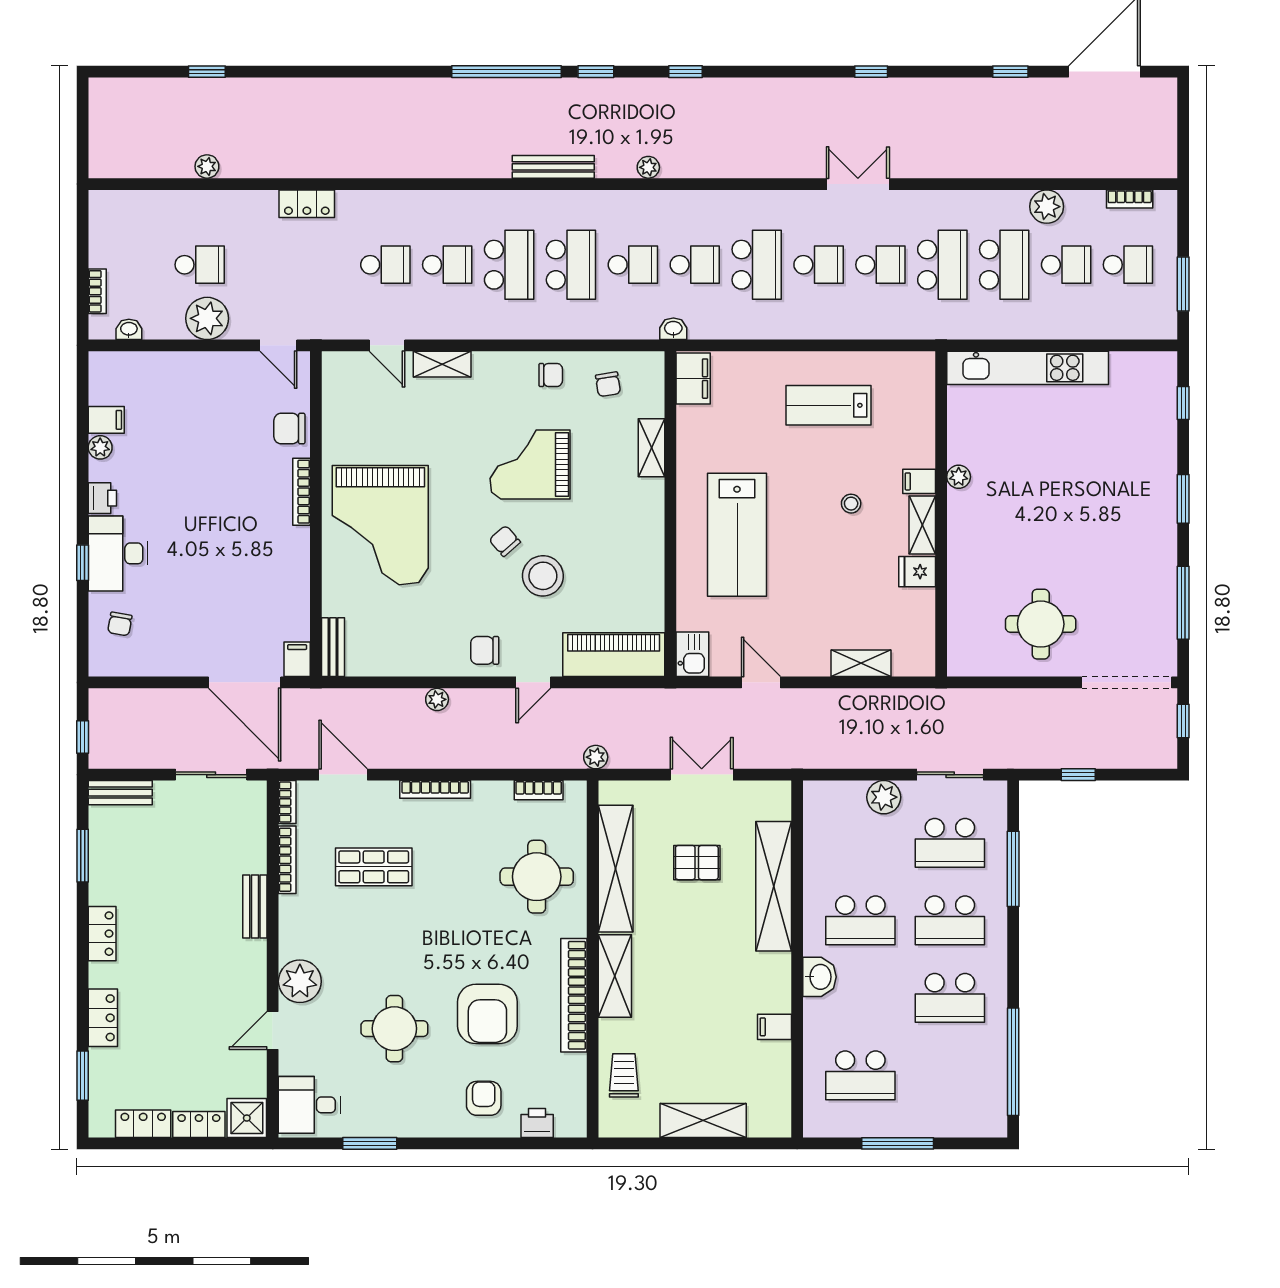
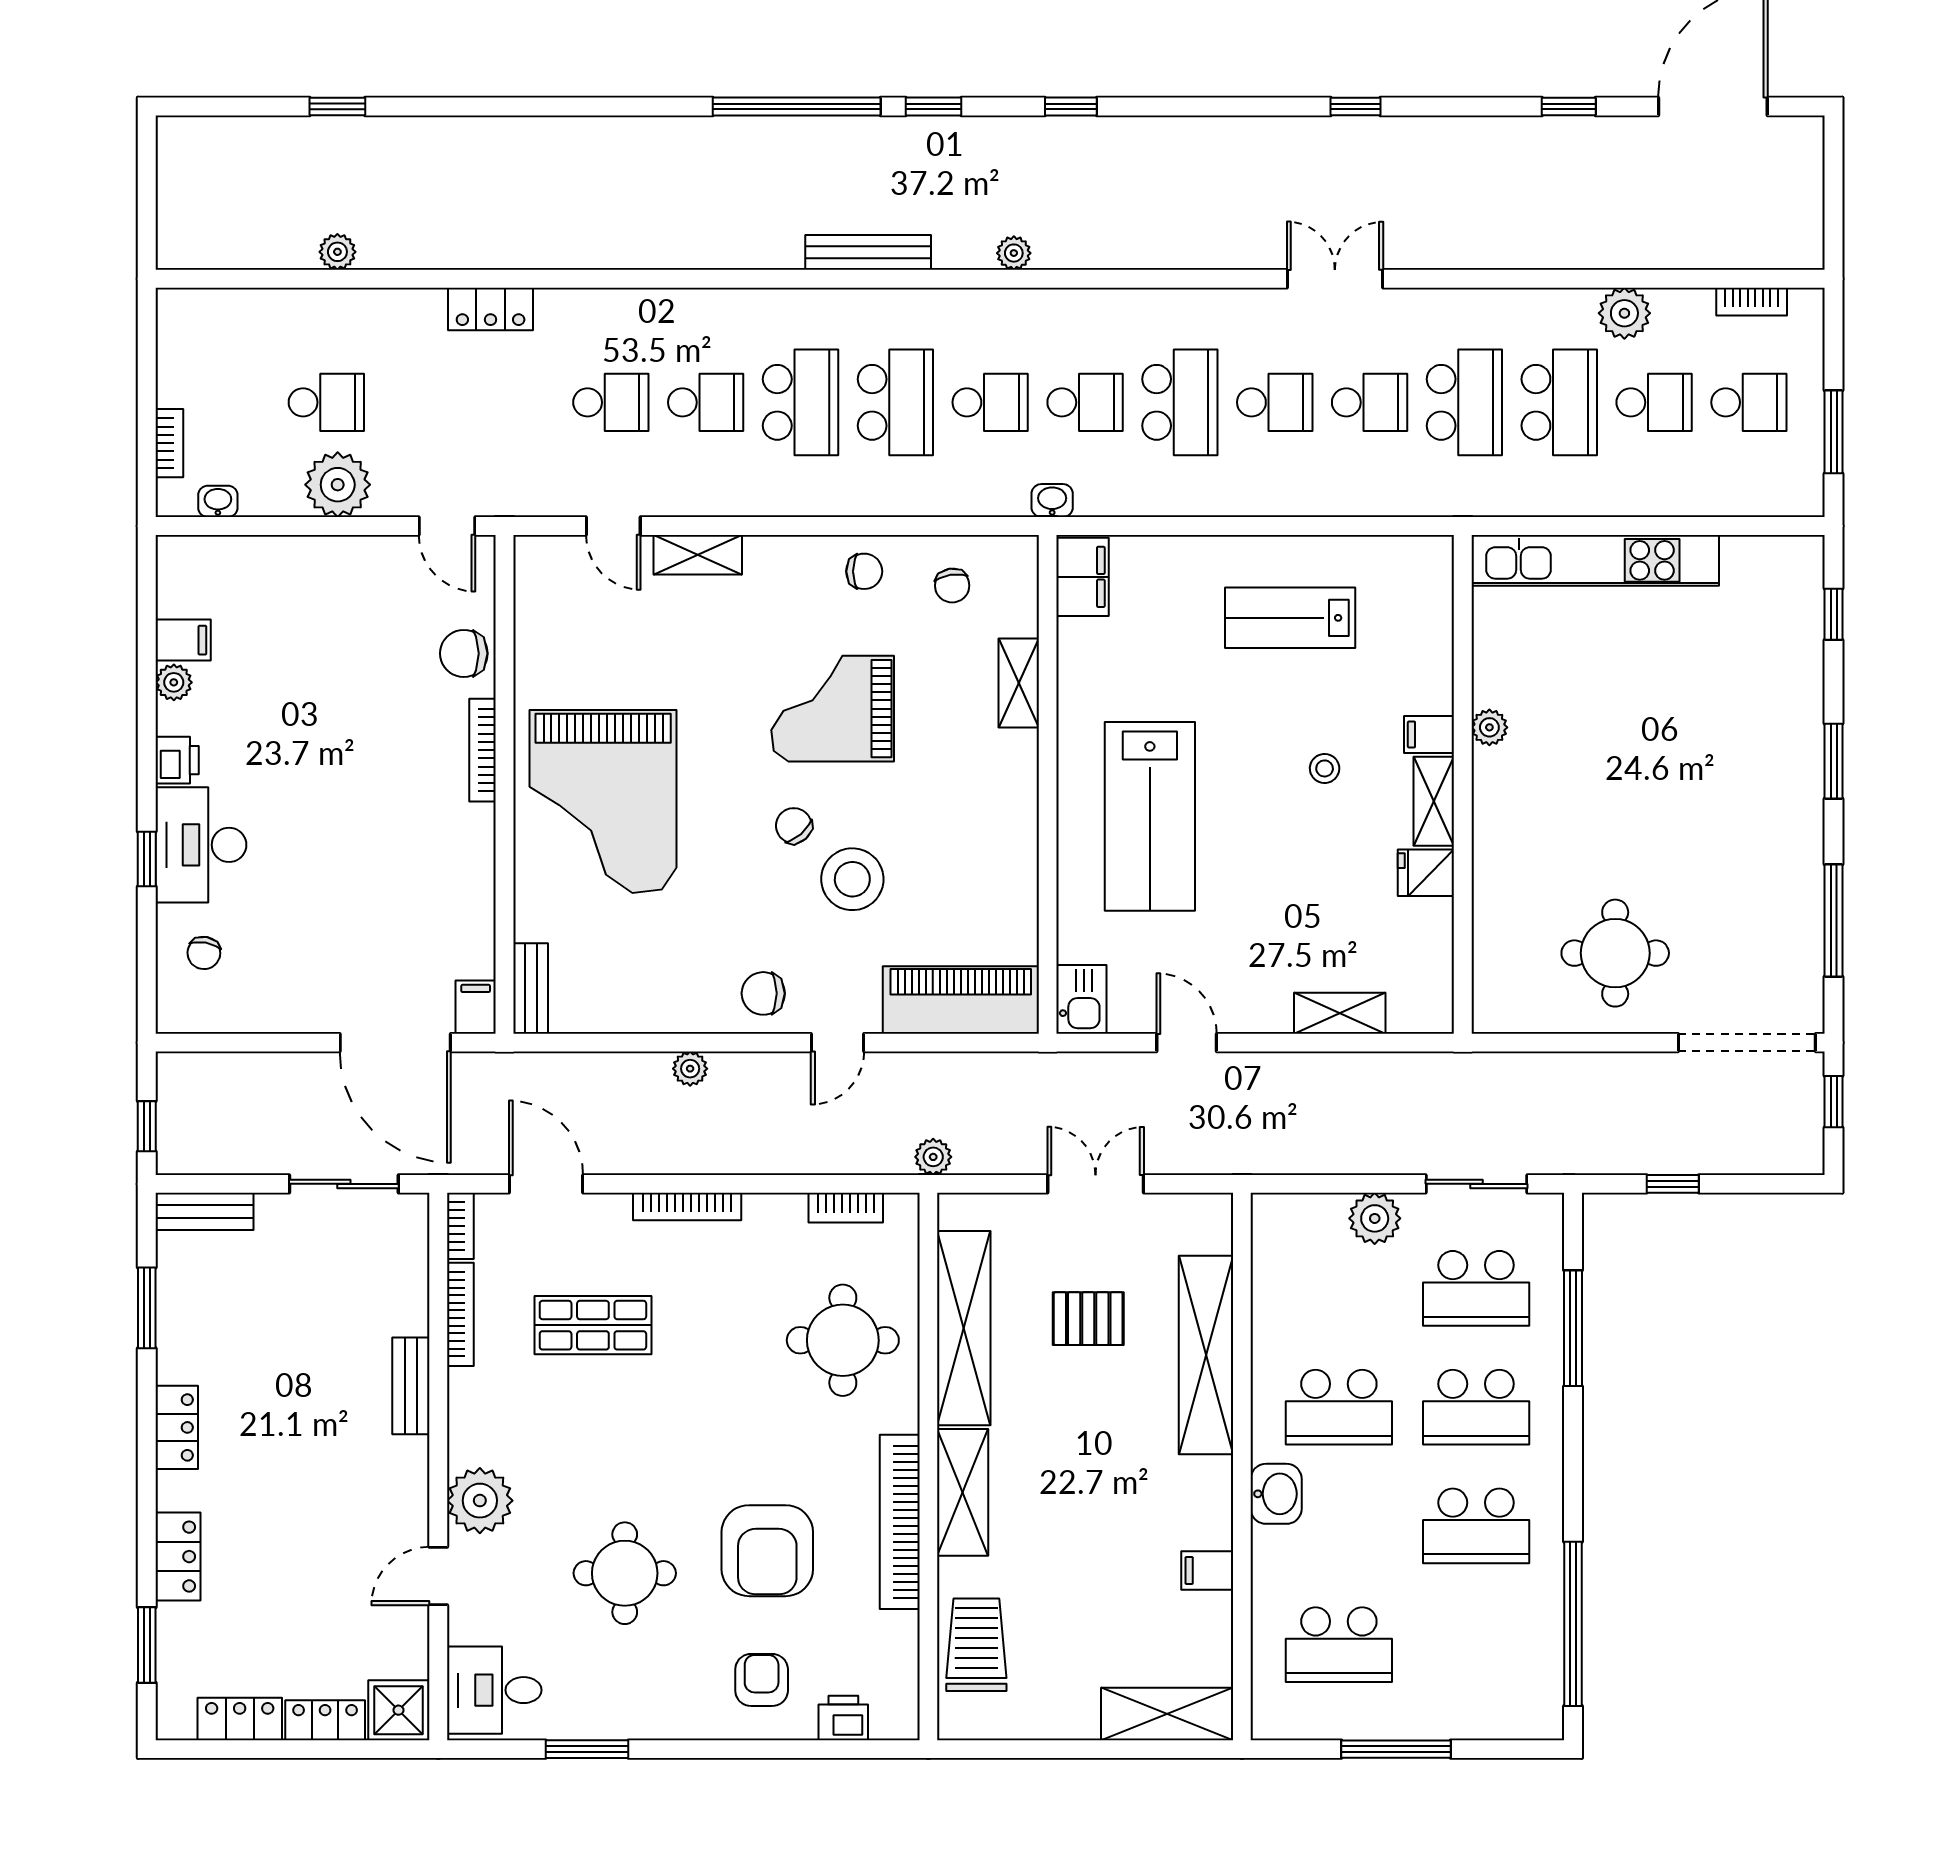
trolley: (624, 1075) -> (976, 1645), width x1.36, depth x1.39
shelving: (703, 1120) -> (1167, 1714), moved

